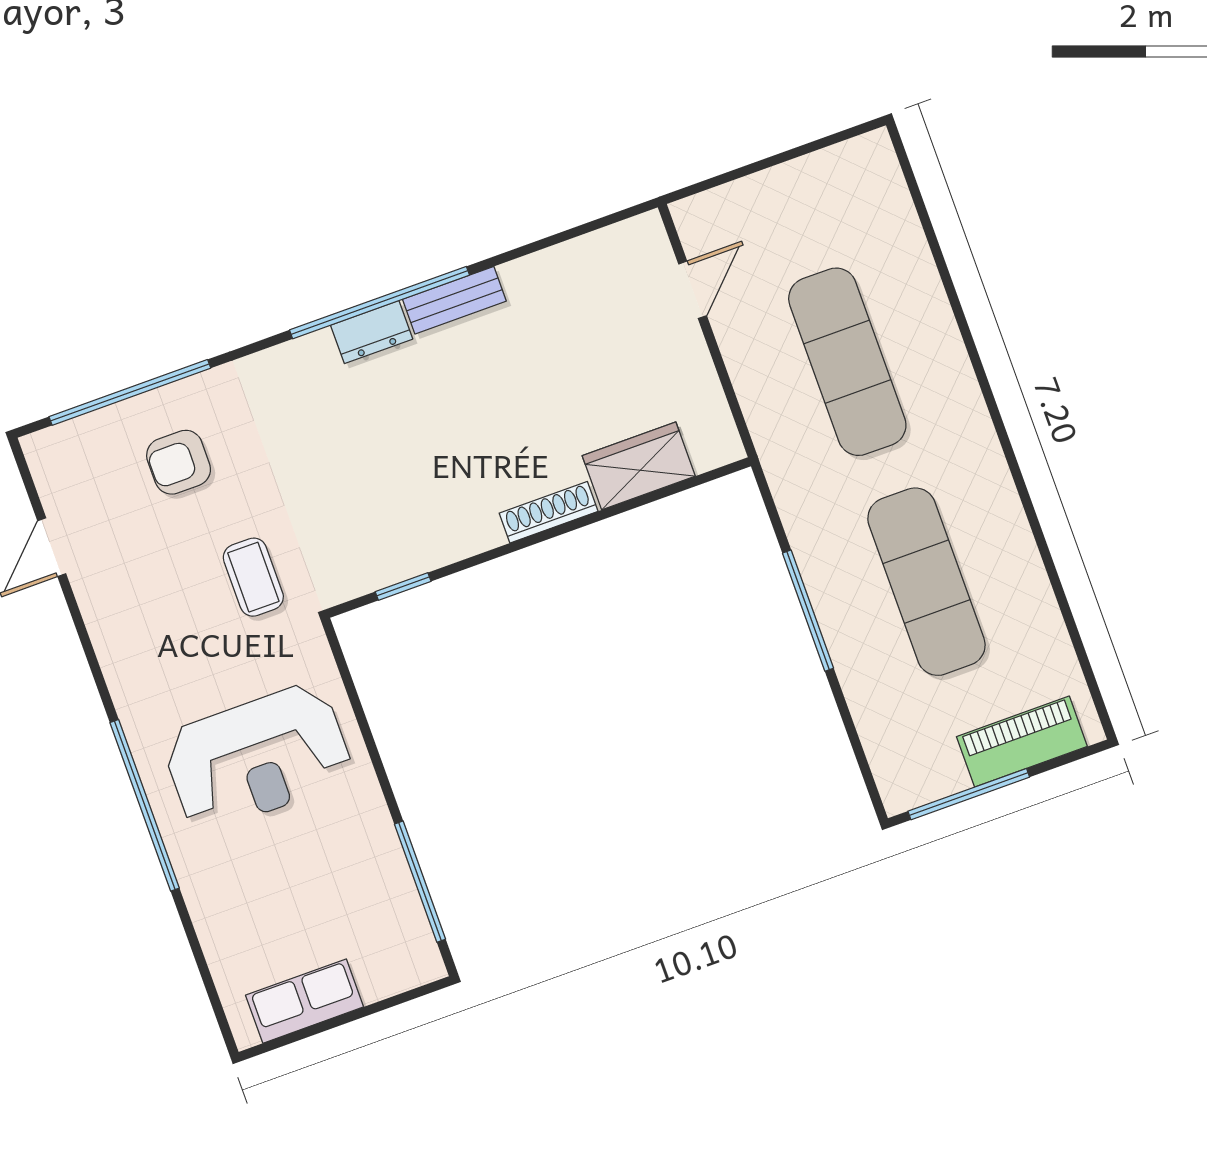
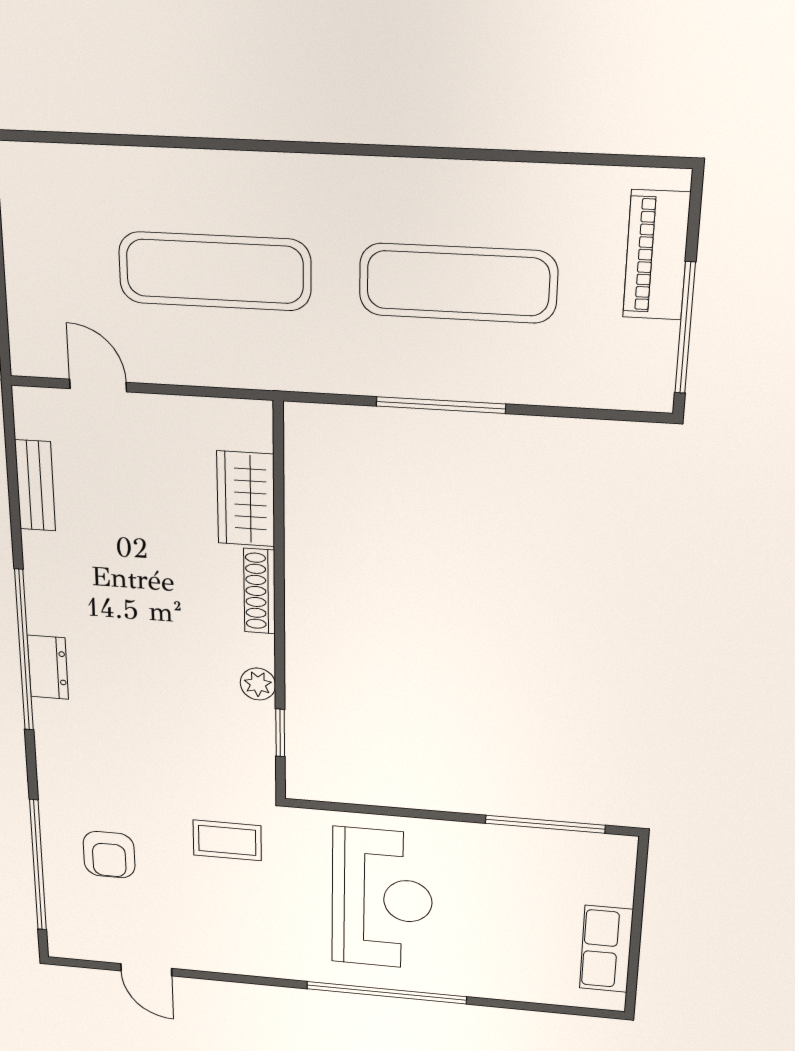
bench: (454, 300) -> (35, 486), moved
plant: (447, 546) -> (258, 684), added

